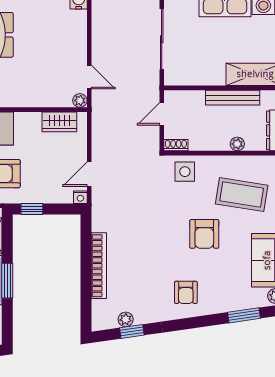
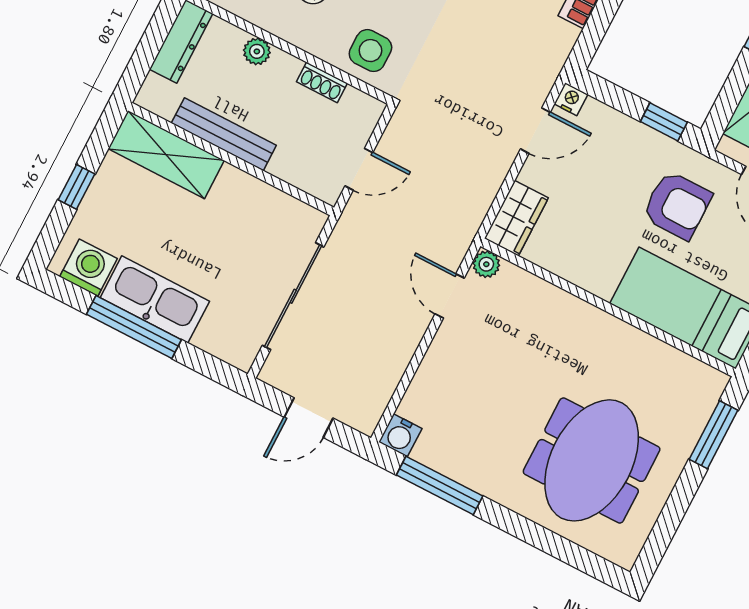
wardrobe: (59, 122) -> (516, 218), moved, turned 90
shoe rack: (176, 145) -> (322, 82), moved

